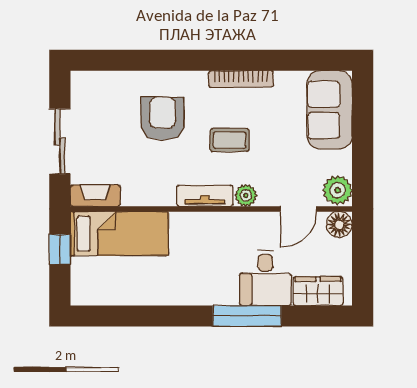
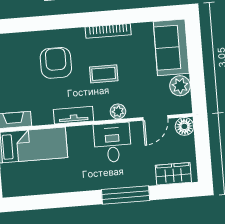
plant: (338, 190) -> (180, 86), moved
tv unit: (205, 196) -> (74, 115), moved
desk: (265, 278) -> (112, 143), moved, turned 180

